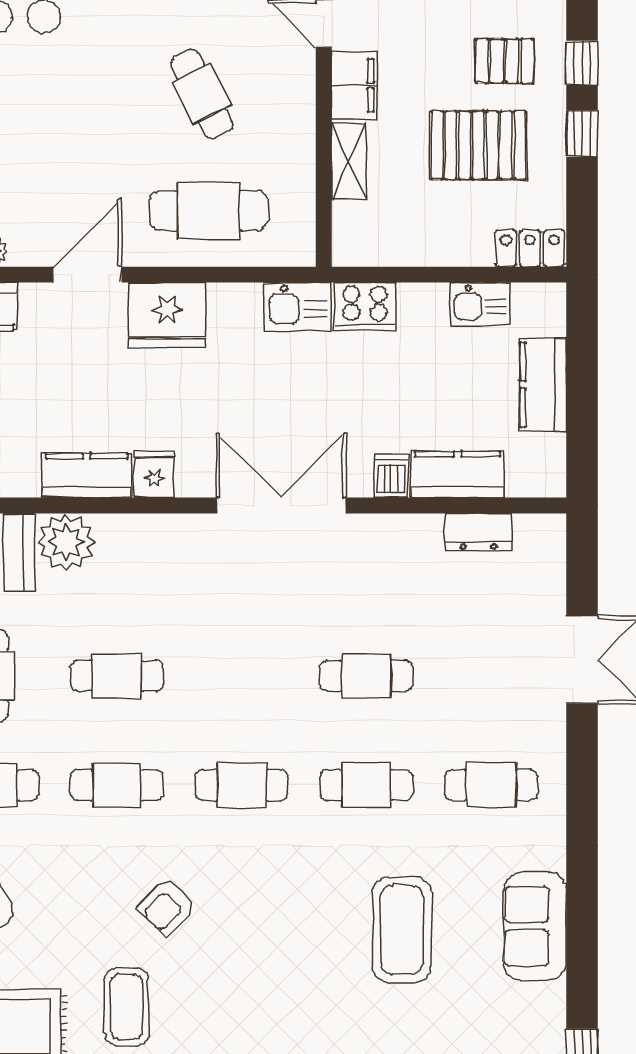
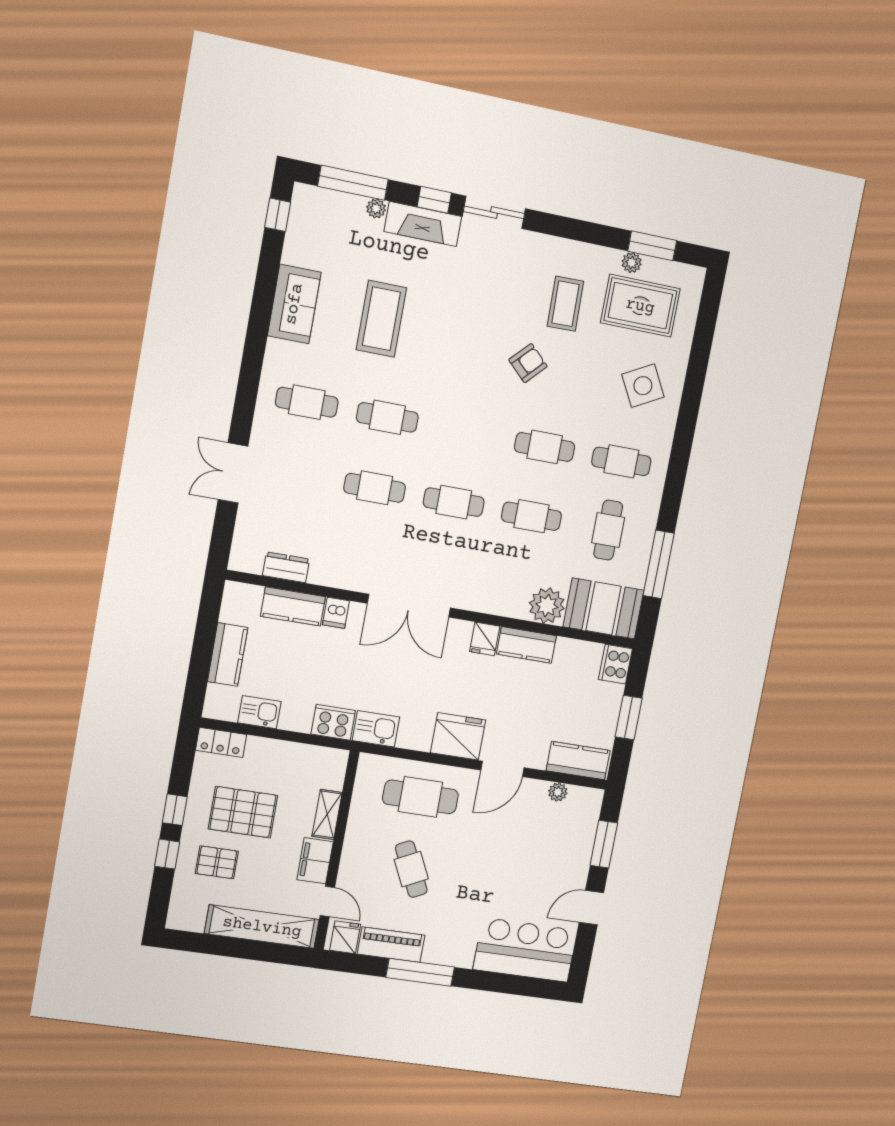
cafe table: (242, 785) -> (454, 502), moved

